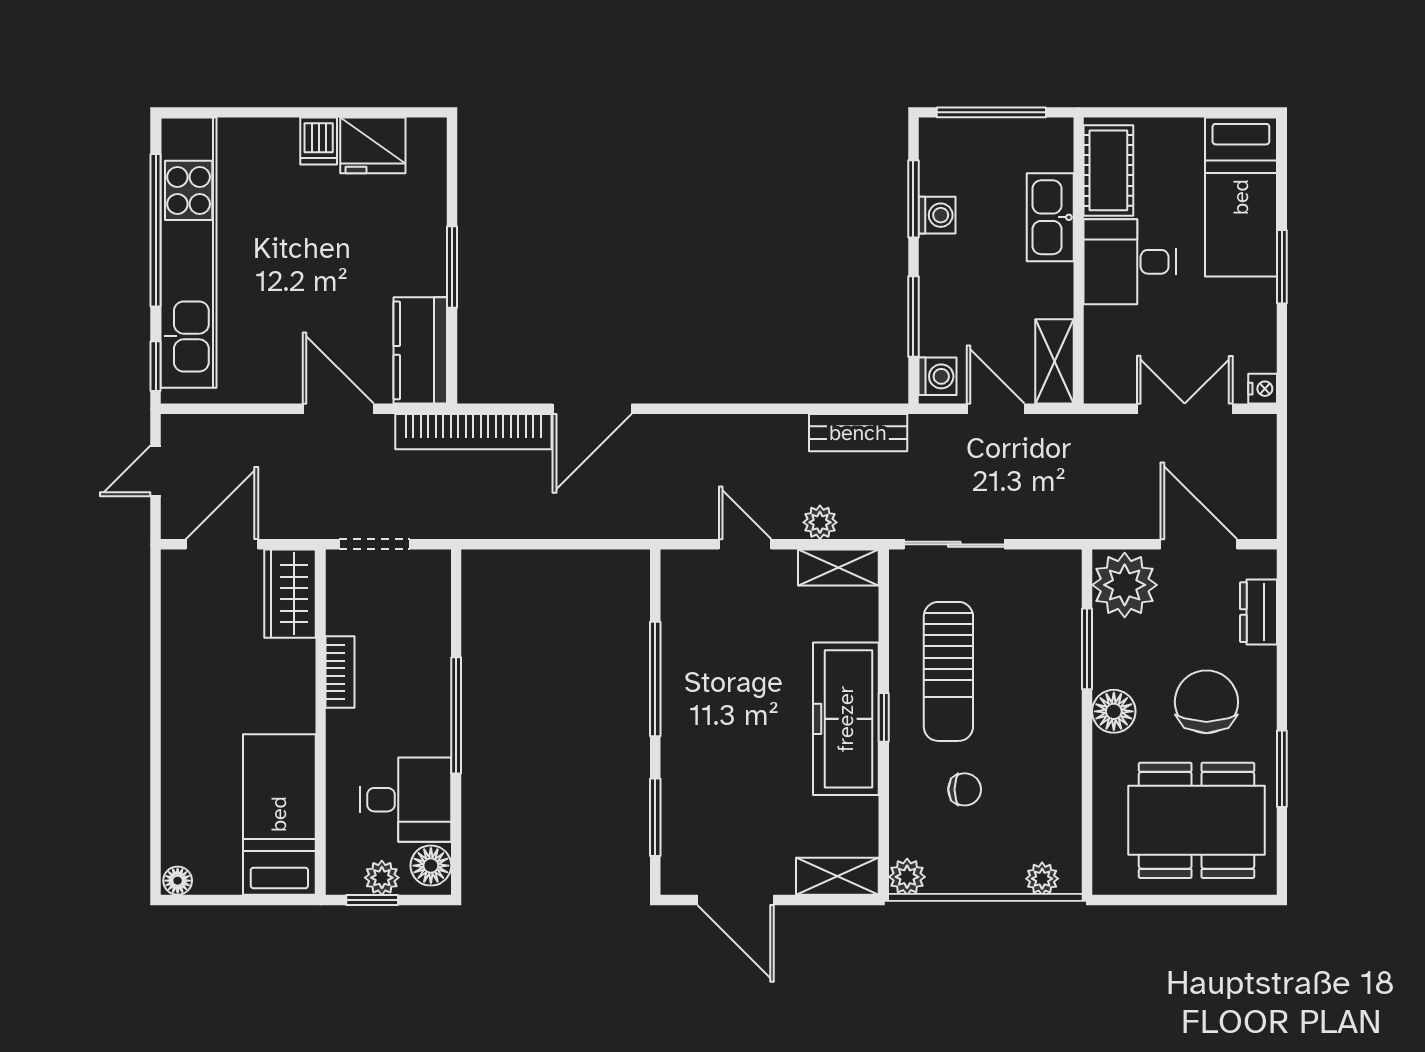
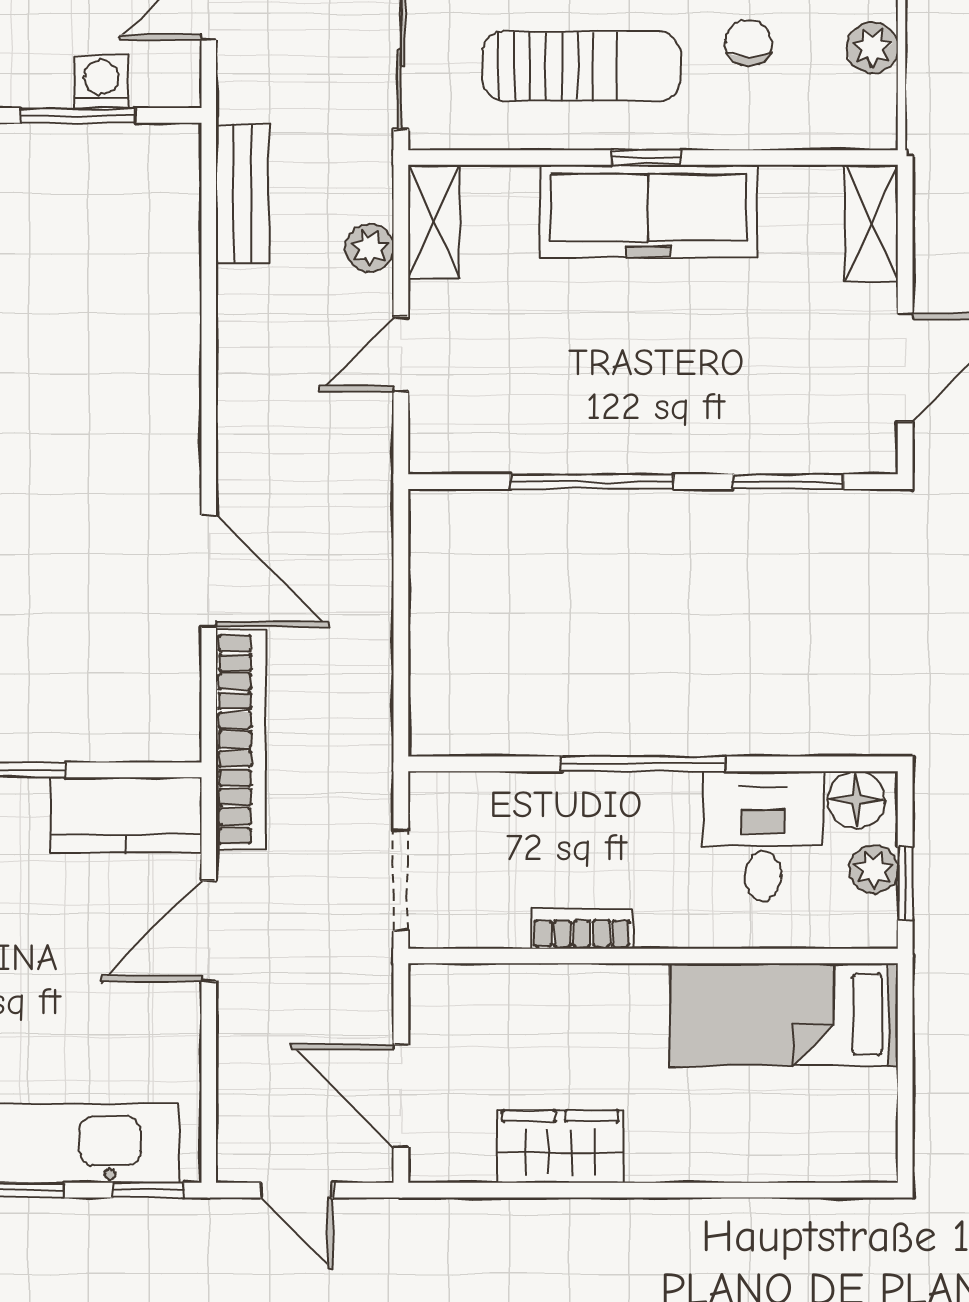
washing machine: (937, 376) -> (101, 81), moved
wardrobe: (290, 594) -> (560, 1147), moved, turned 180
plant: (907, 877) -> (872, 48), moved
floor lamp: (178, 881) -> (878, 1159), removed

